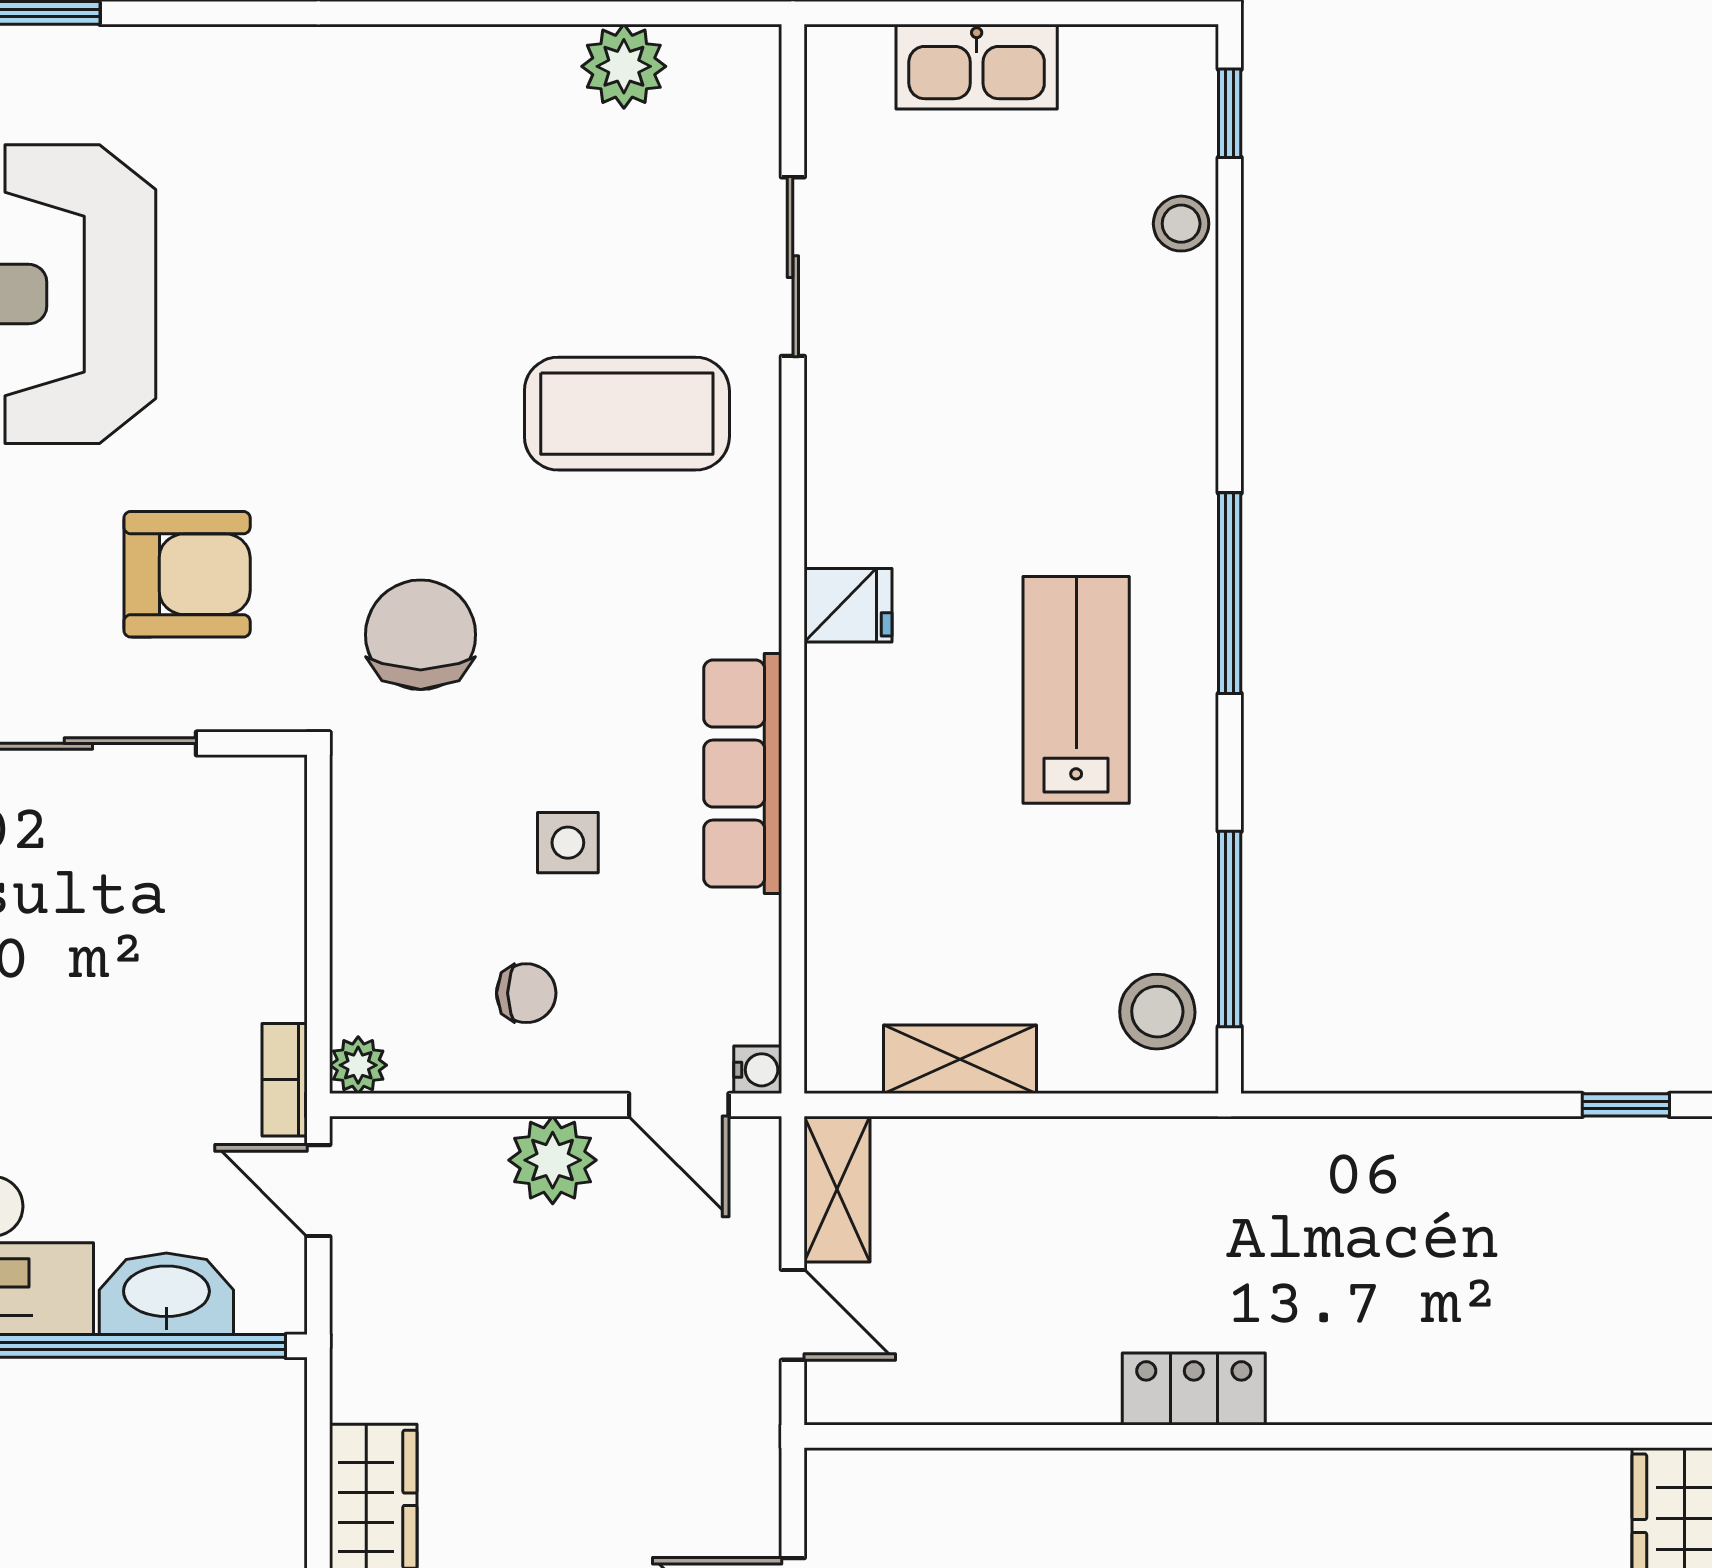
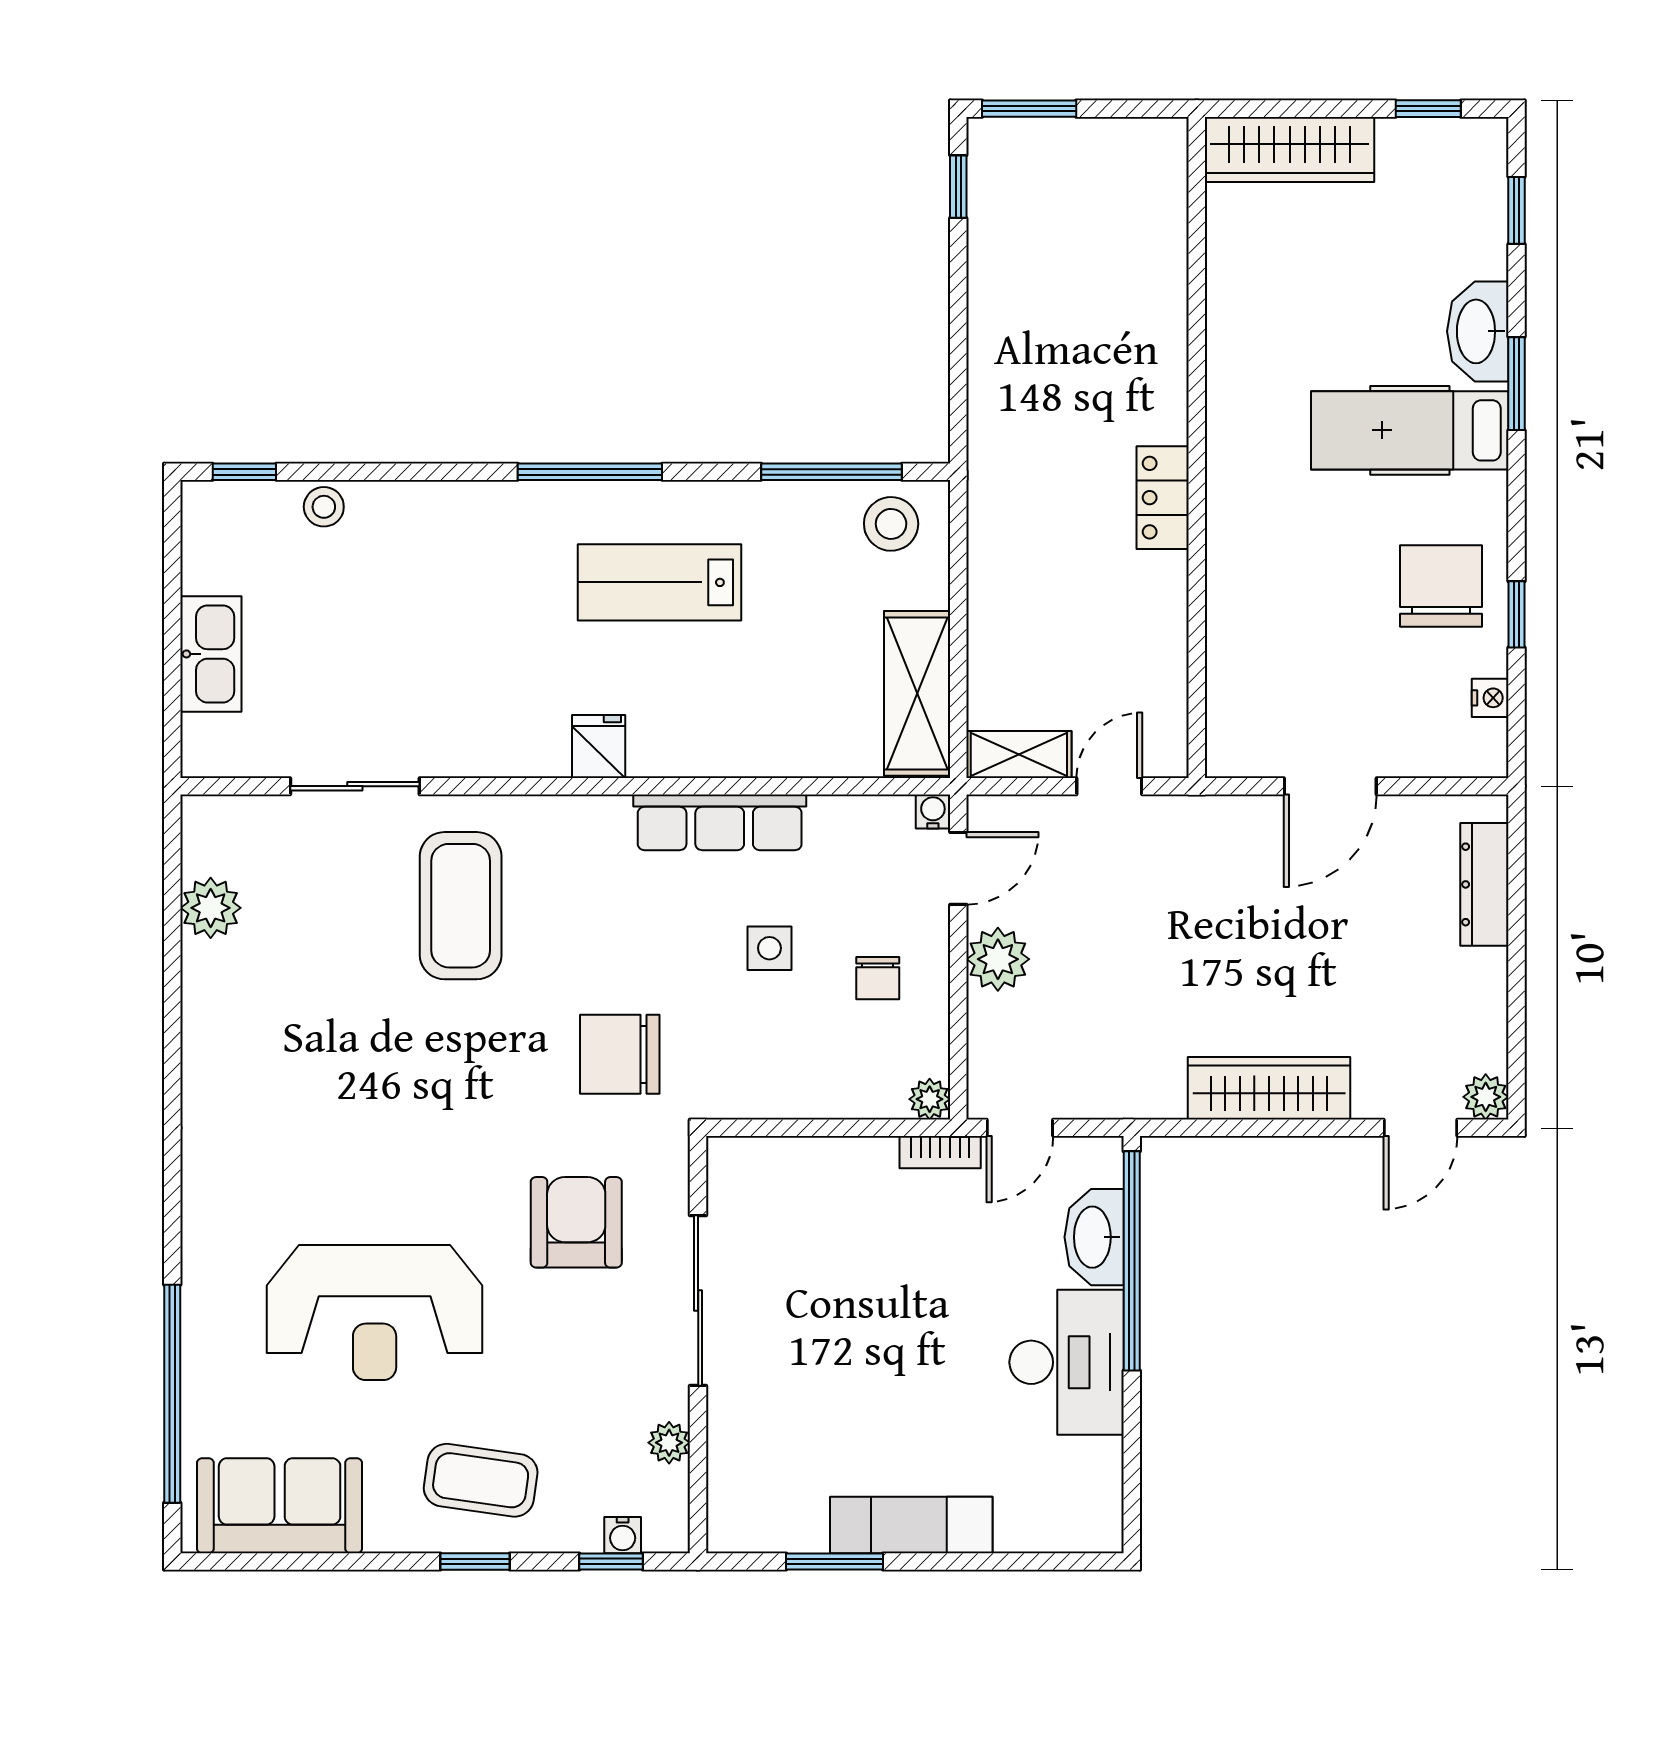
chair: (526, 993) -> (878, 978), turned 180
shelving: (960, 1059) -> (917, 693), width x1.50, depth x1.33

